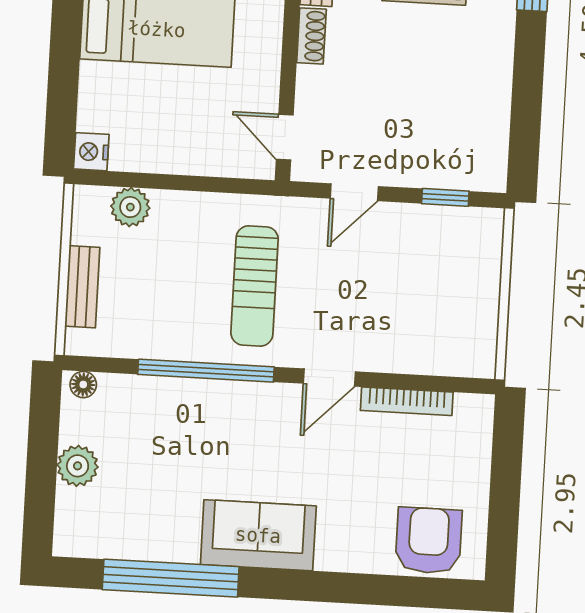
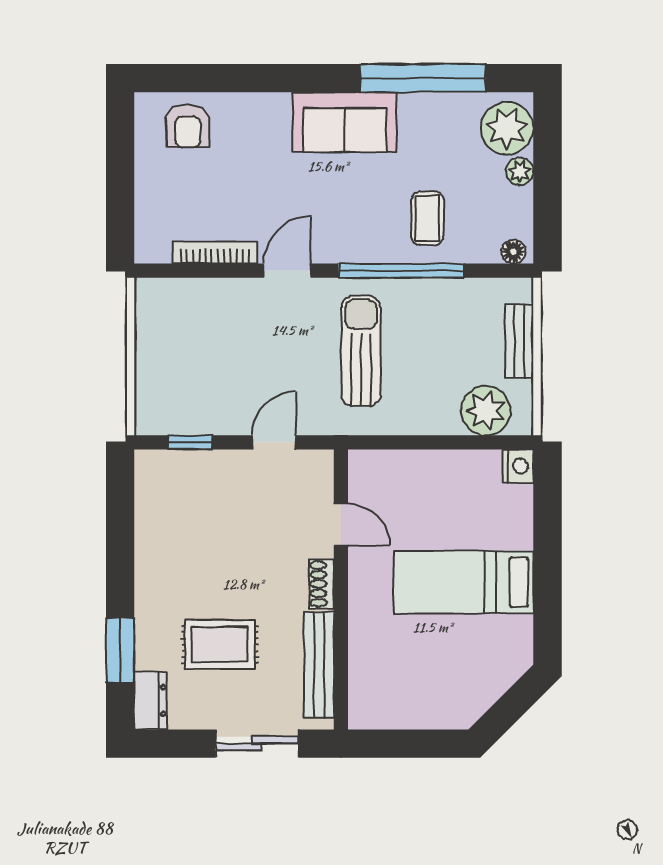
door: (285, 137) -> (341, 524), moved
plant: (130, 207) -> (486, 411), width x1.36, depth x1.36
coffee table: (175, 426) -> (427, 218), added
plant: (78, 466) -> (520, 171), width x0.73, depth x0.73
plant: (83, 519) -> (507, 128), added
armchair: (429, 541) -> (188, 126), width x0.72, depth x0.72

